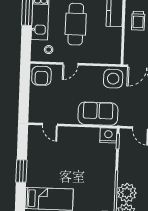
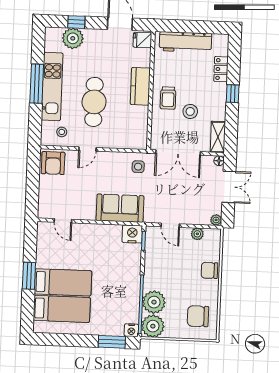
side table: (113, 79) -> (138, 167), width x0.54, depth x0.54
bed: (50, 176) -> (63, 282), added

